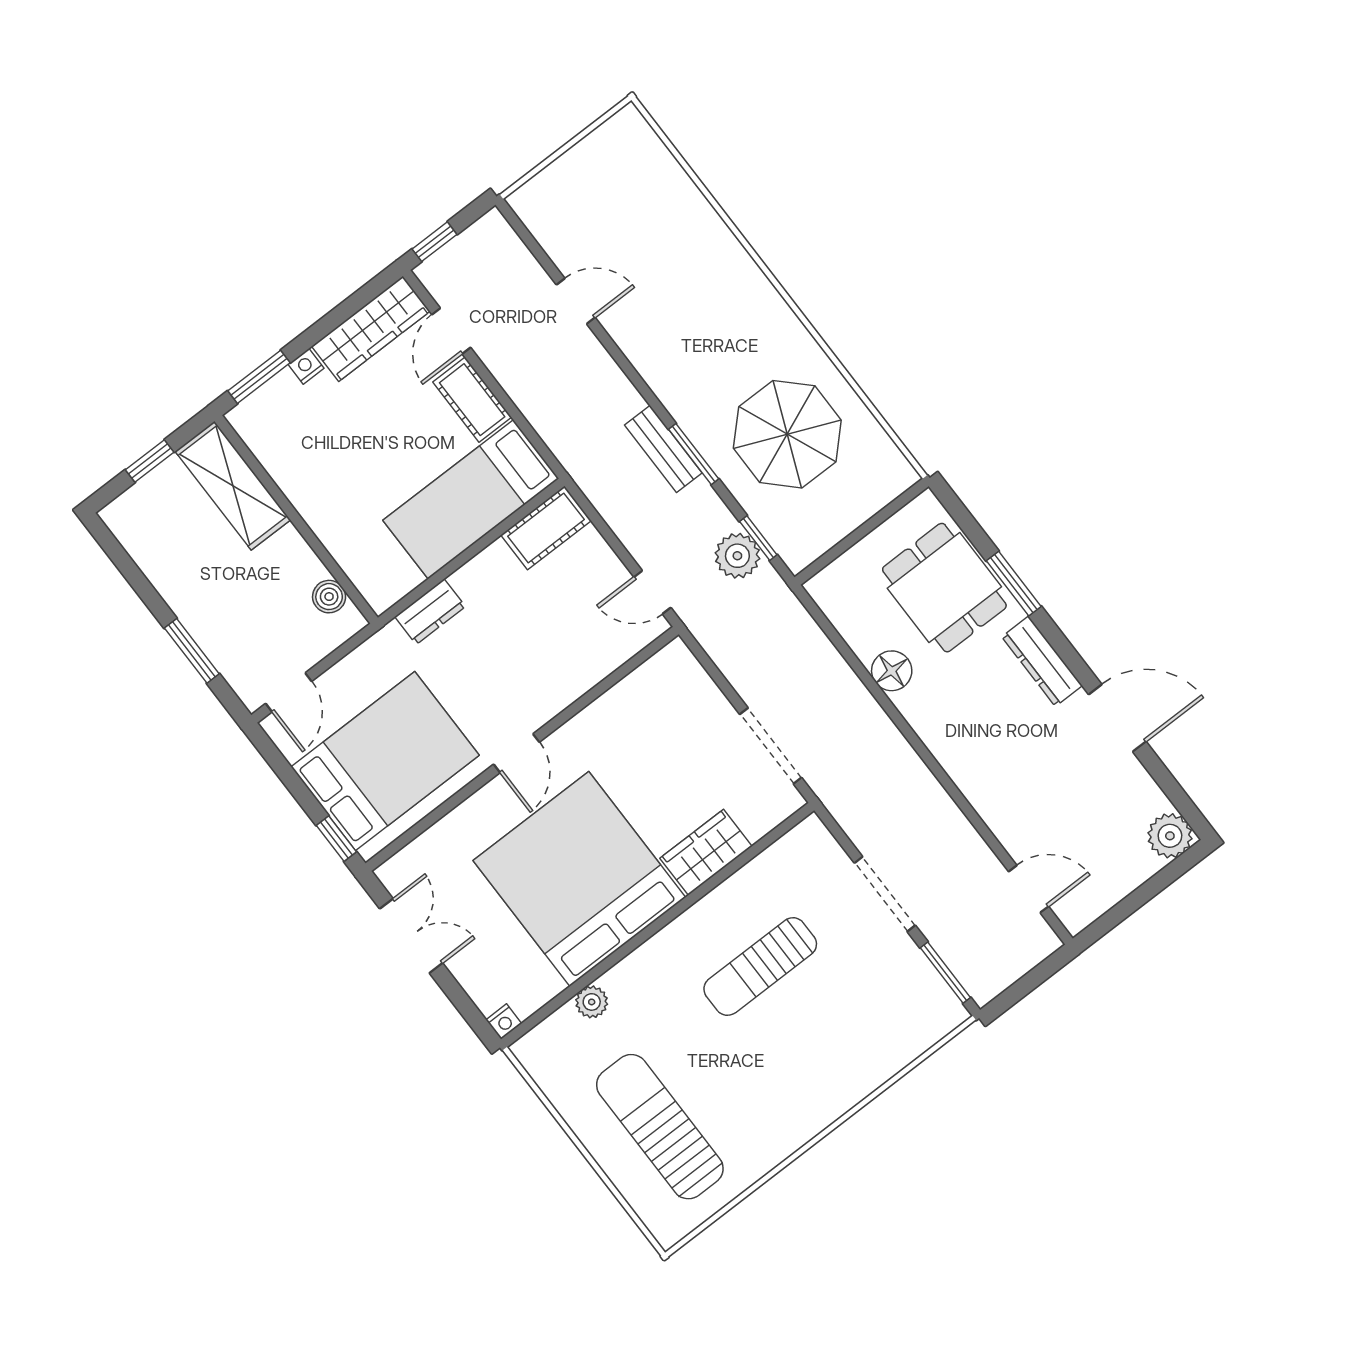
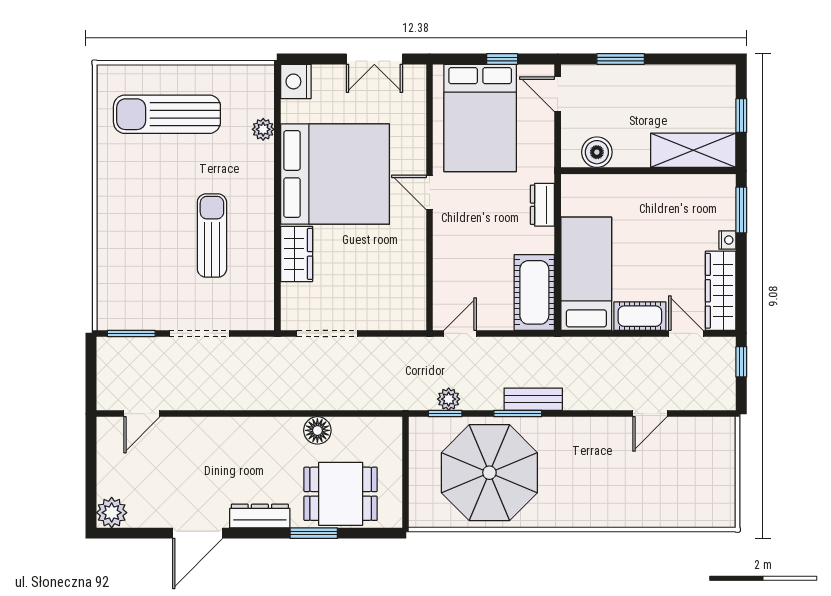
parasol: (787, 434) -> (489, 473), width x1.36, depth x1.36
cot: (546, 528) -> (534, 292), width x1.37, depth x1.34
plant: (737, 556) -> (449, 399), width x0.73, depth x0.73
boiler: (329, 597) -> (597, 152), width x1.36, depth x1.36
window: (336, 839) -> (502, 59), moved
nightstand: (504, 1022) -> (296, 81), width x1.89, depth x1.79
sun lounger: (660, 1127) -> (167, 114), turned 180

